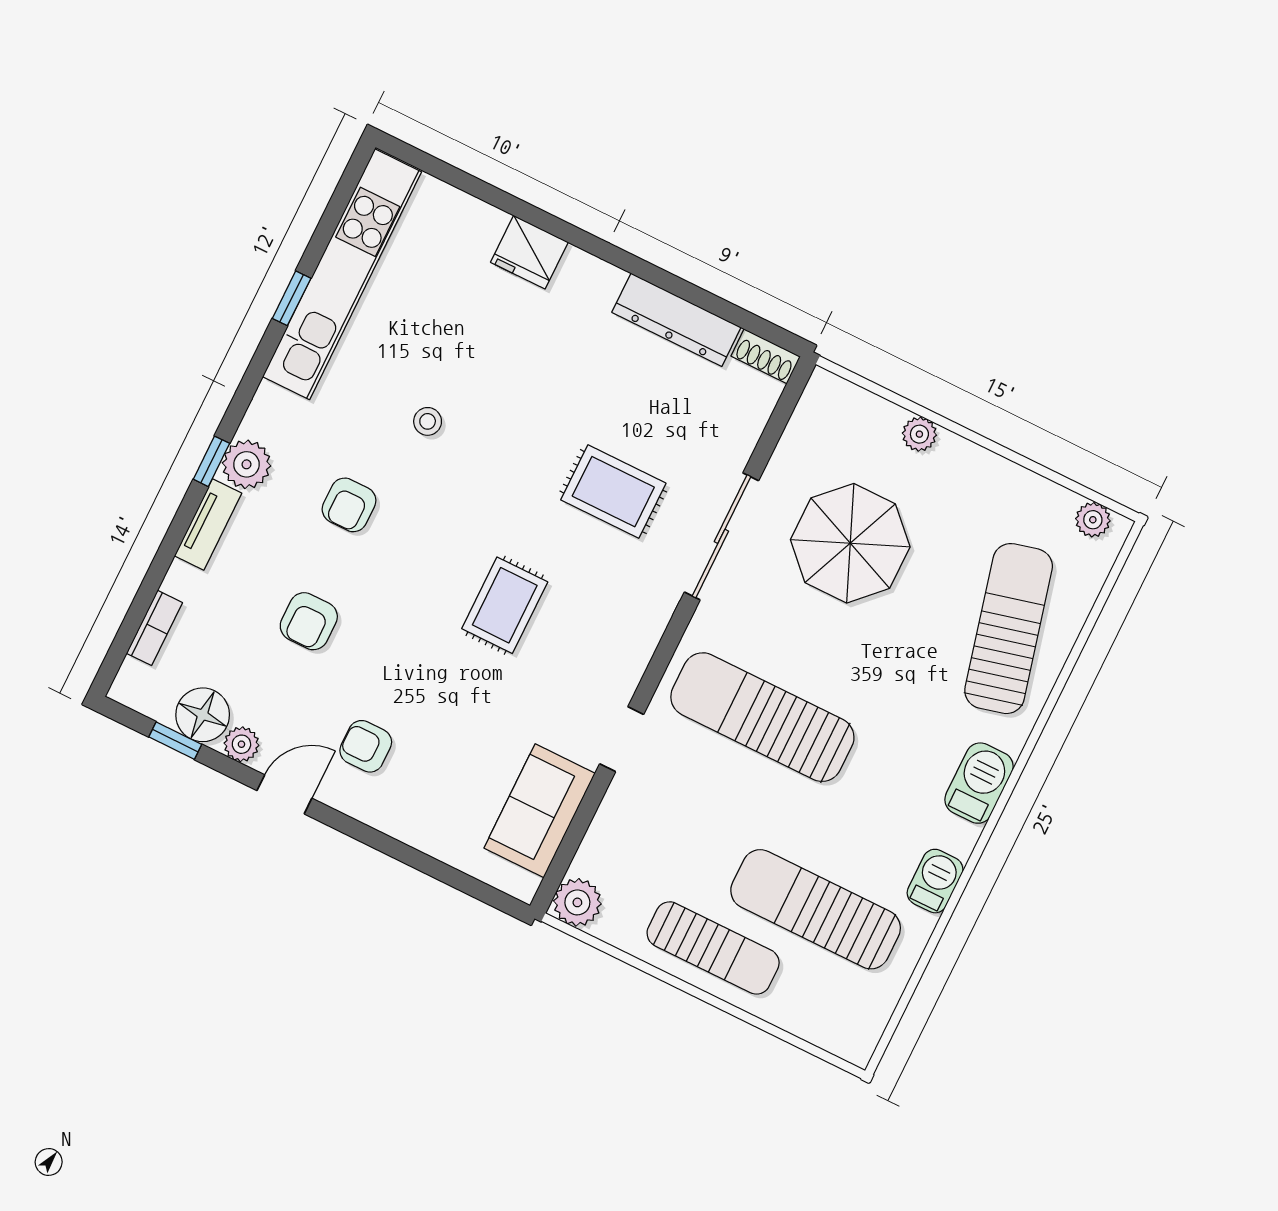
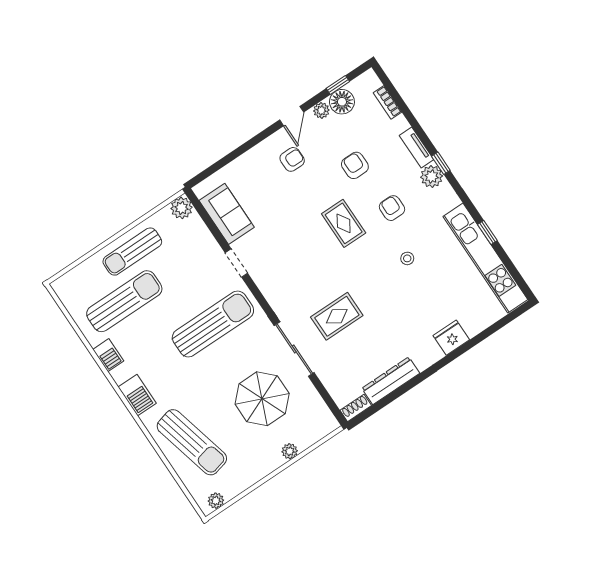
rug: (505, 605) -> (344, 223), moved

